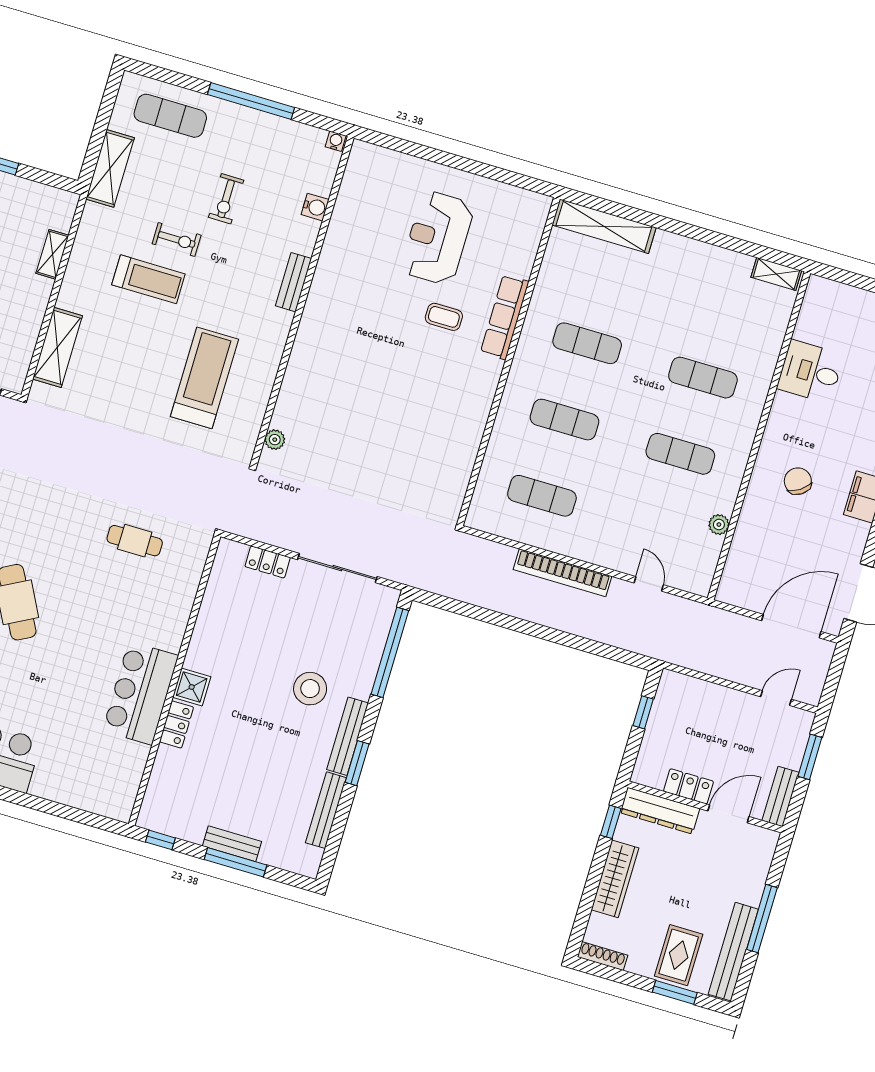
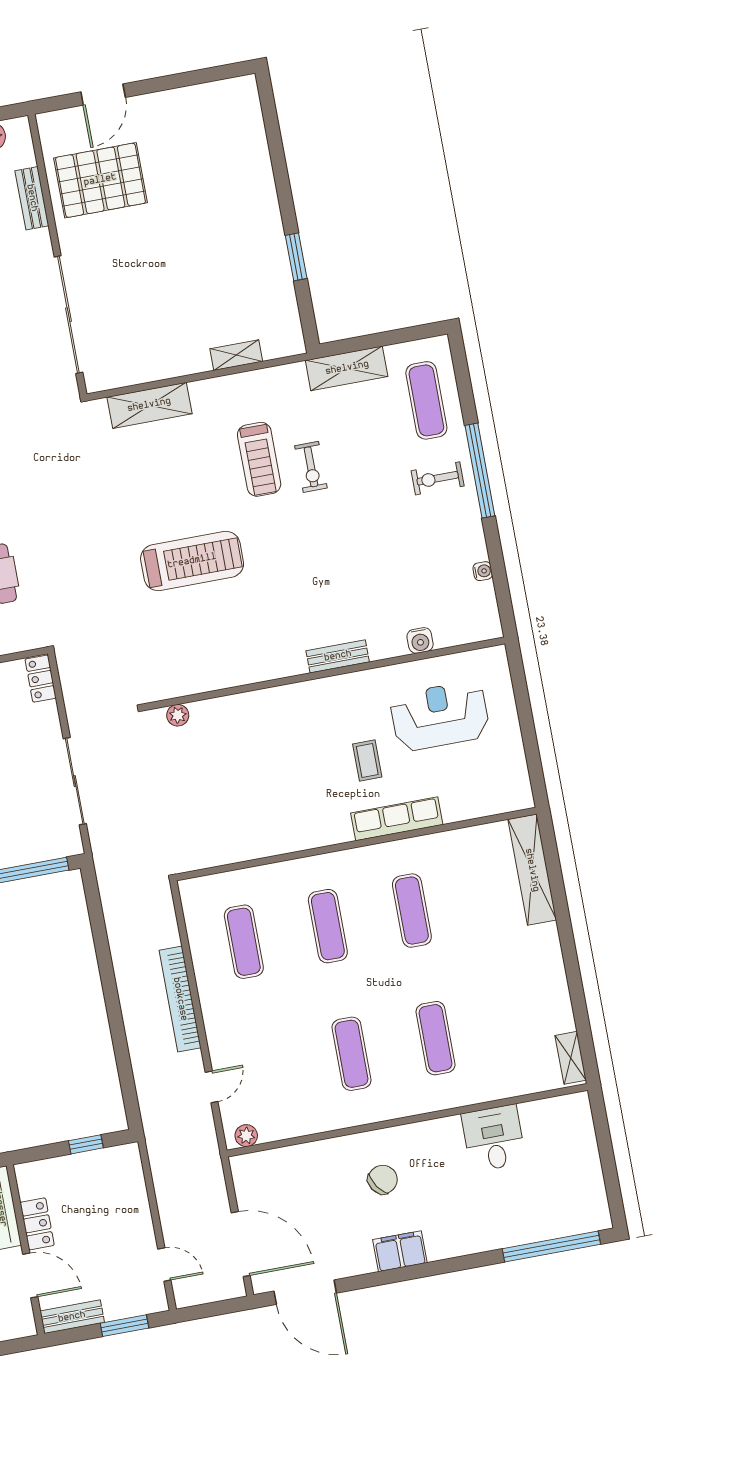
exercise bike: (226, 199) -> (438, 478), moved
water cooler: (315, 207) -> (420, 640), moved
bench: (294, 282) -> (338, 656), moved
wall: (302, 300) -> (325, 674), moved
plant: (275, 440) -> (178, 715), moved
plant: (719, 525) -> (246, 1136), moved
locker: (268, 562) -> (41, 679), moved

